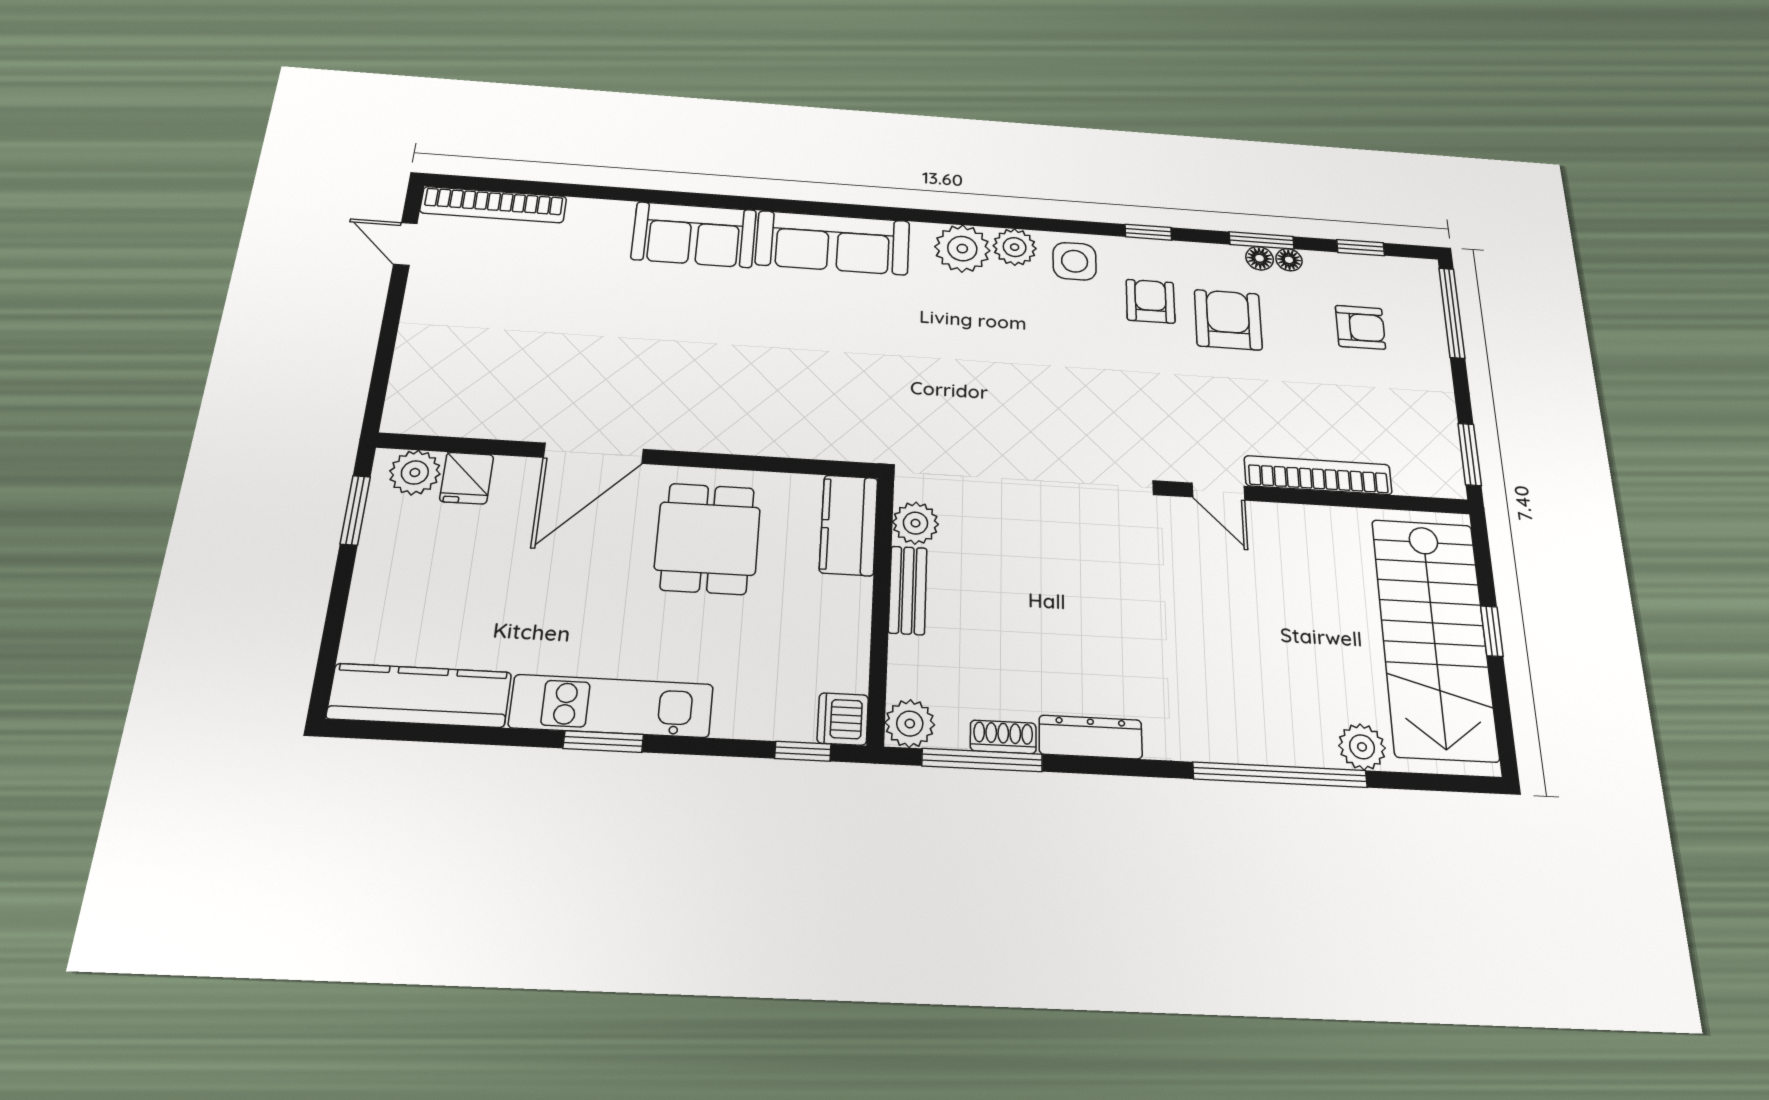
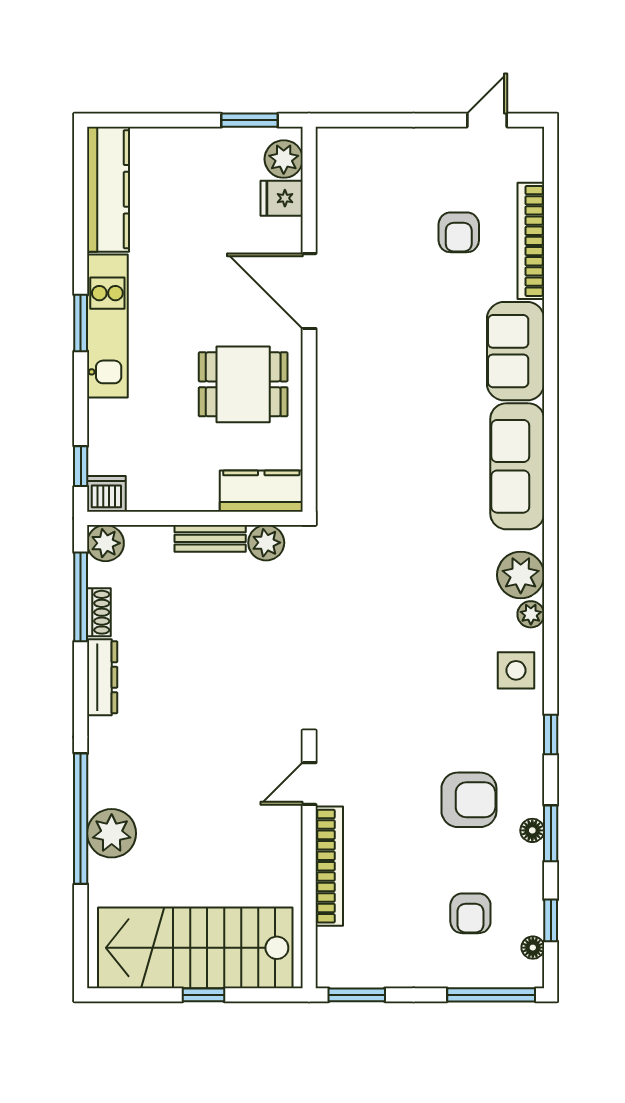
bookcase: (493, 205) -> (531, 241), moved
plant: (1015, 247) -> (531, 614), width x0.73, depth x0.73
floor lamp: (1289, 260) -> (533, 948), moved
armchair: (1151, 301) -> (459, 232), moved, turned 90
plant: (1362, 747) -> (112, 833), moved, width x1.36, depth x1.36

